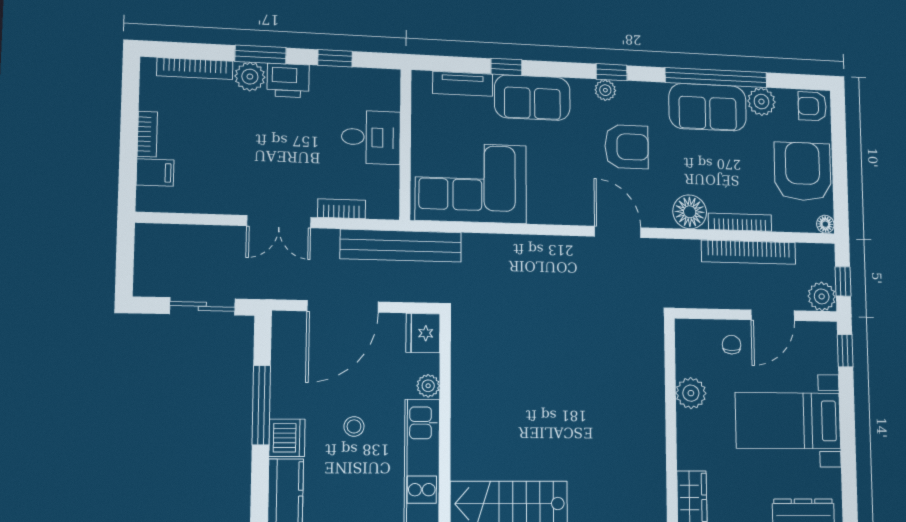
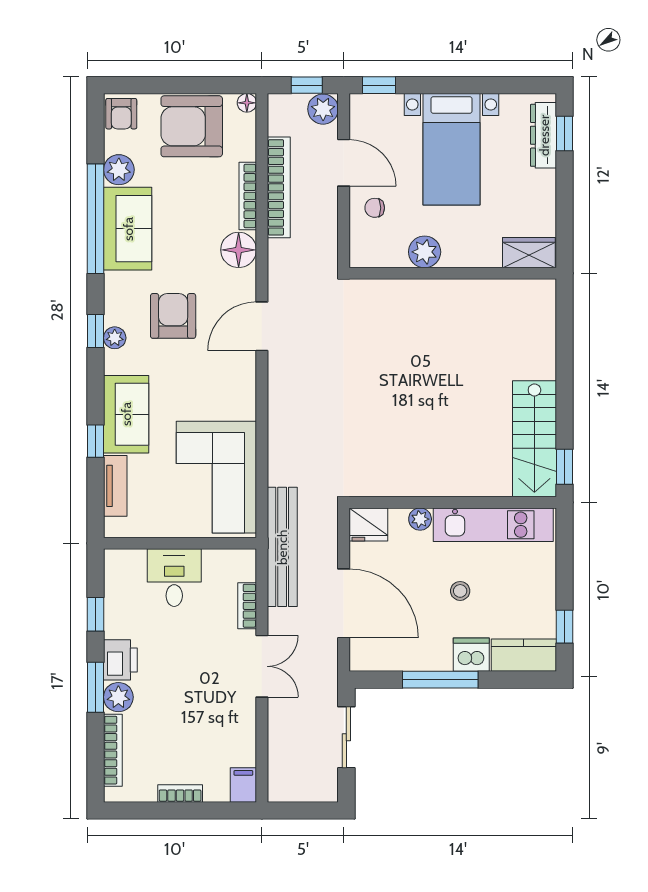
filing cabinet: (155, 172) -> (243, 785), moved

